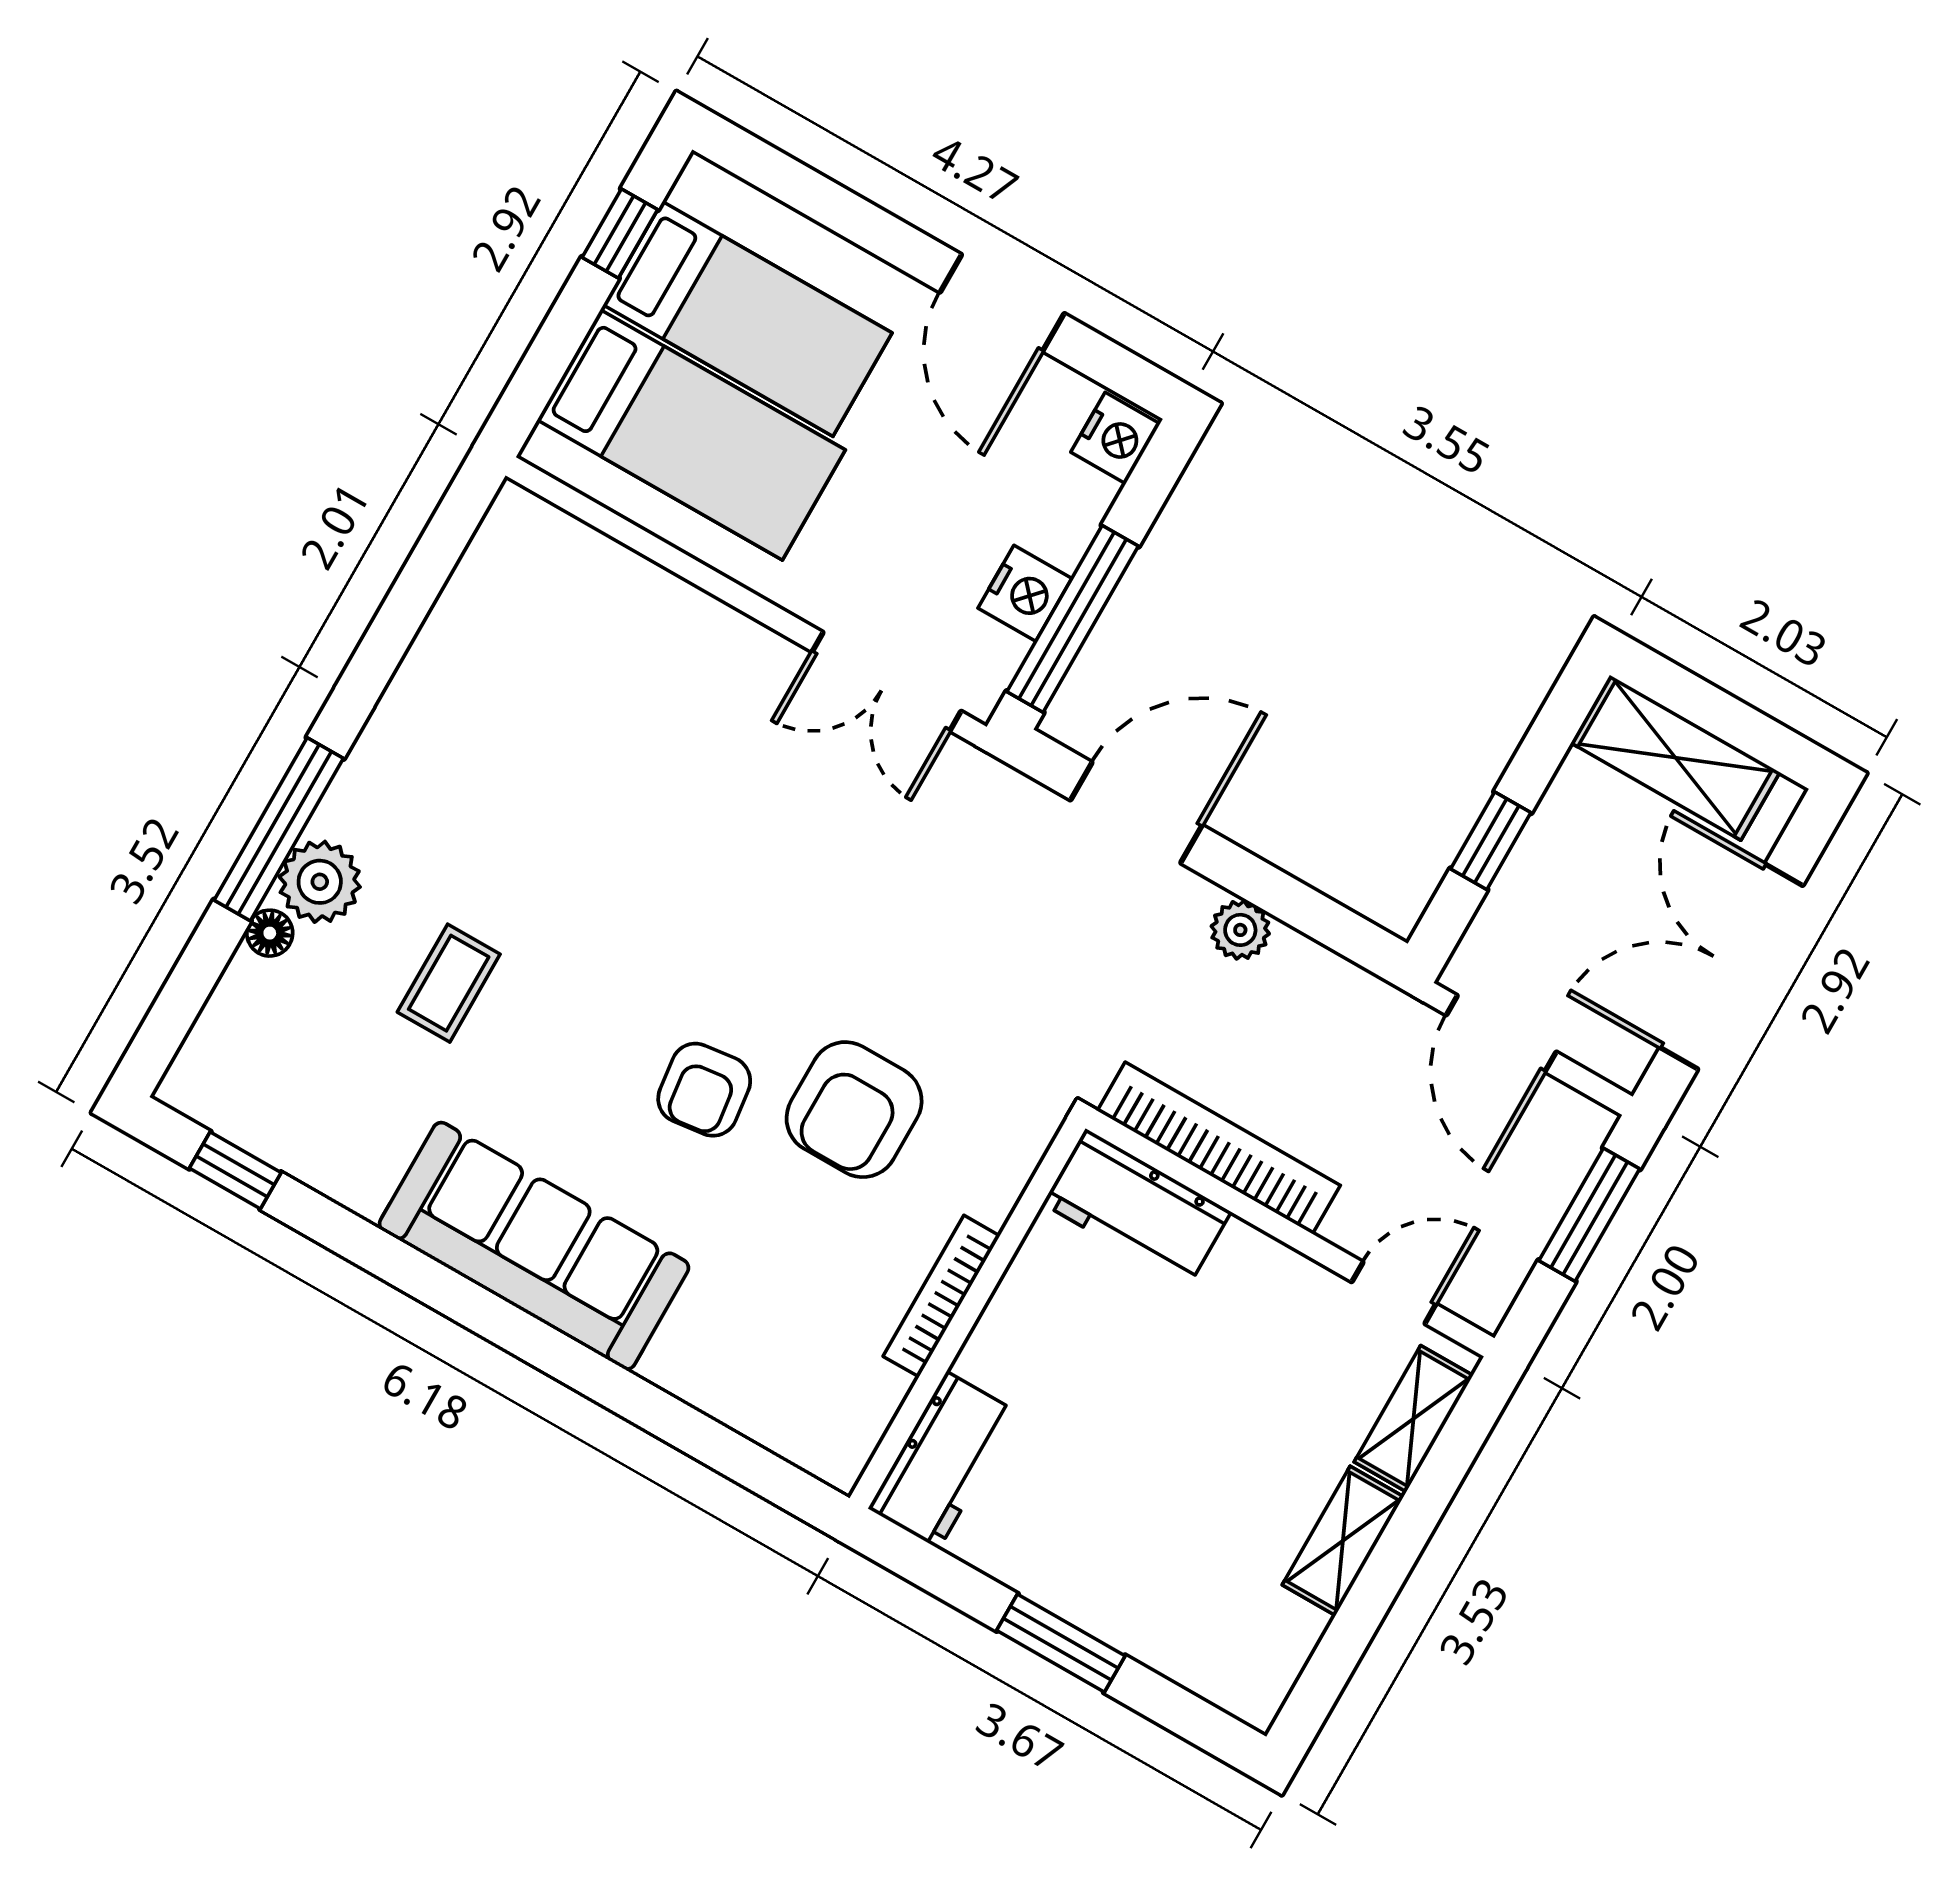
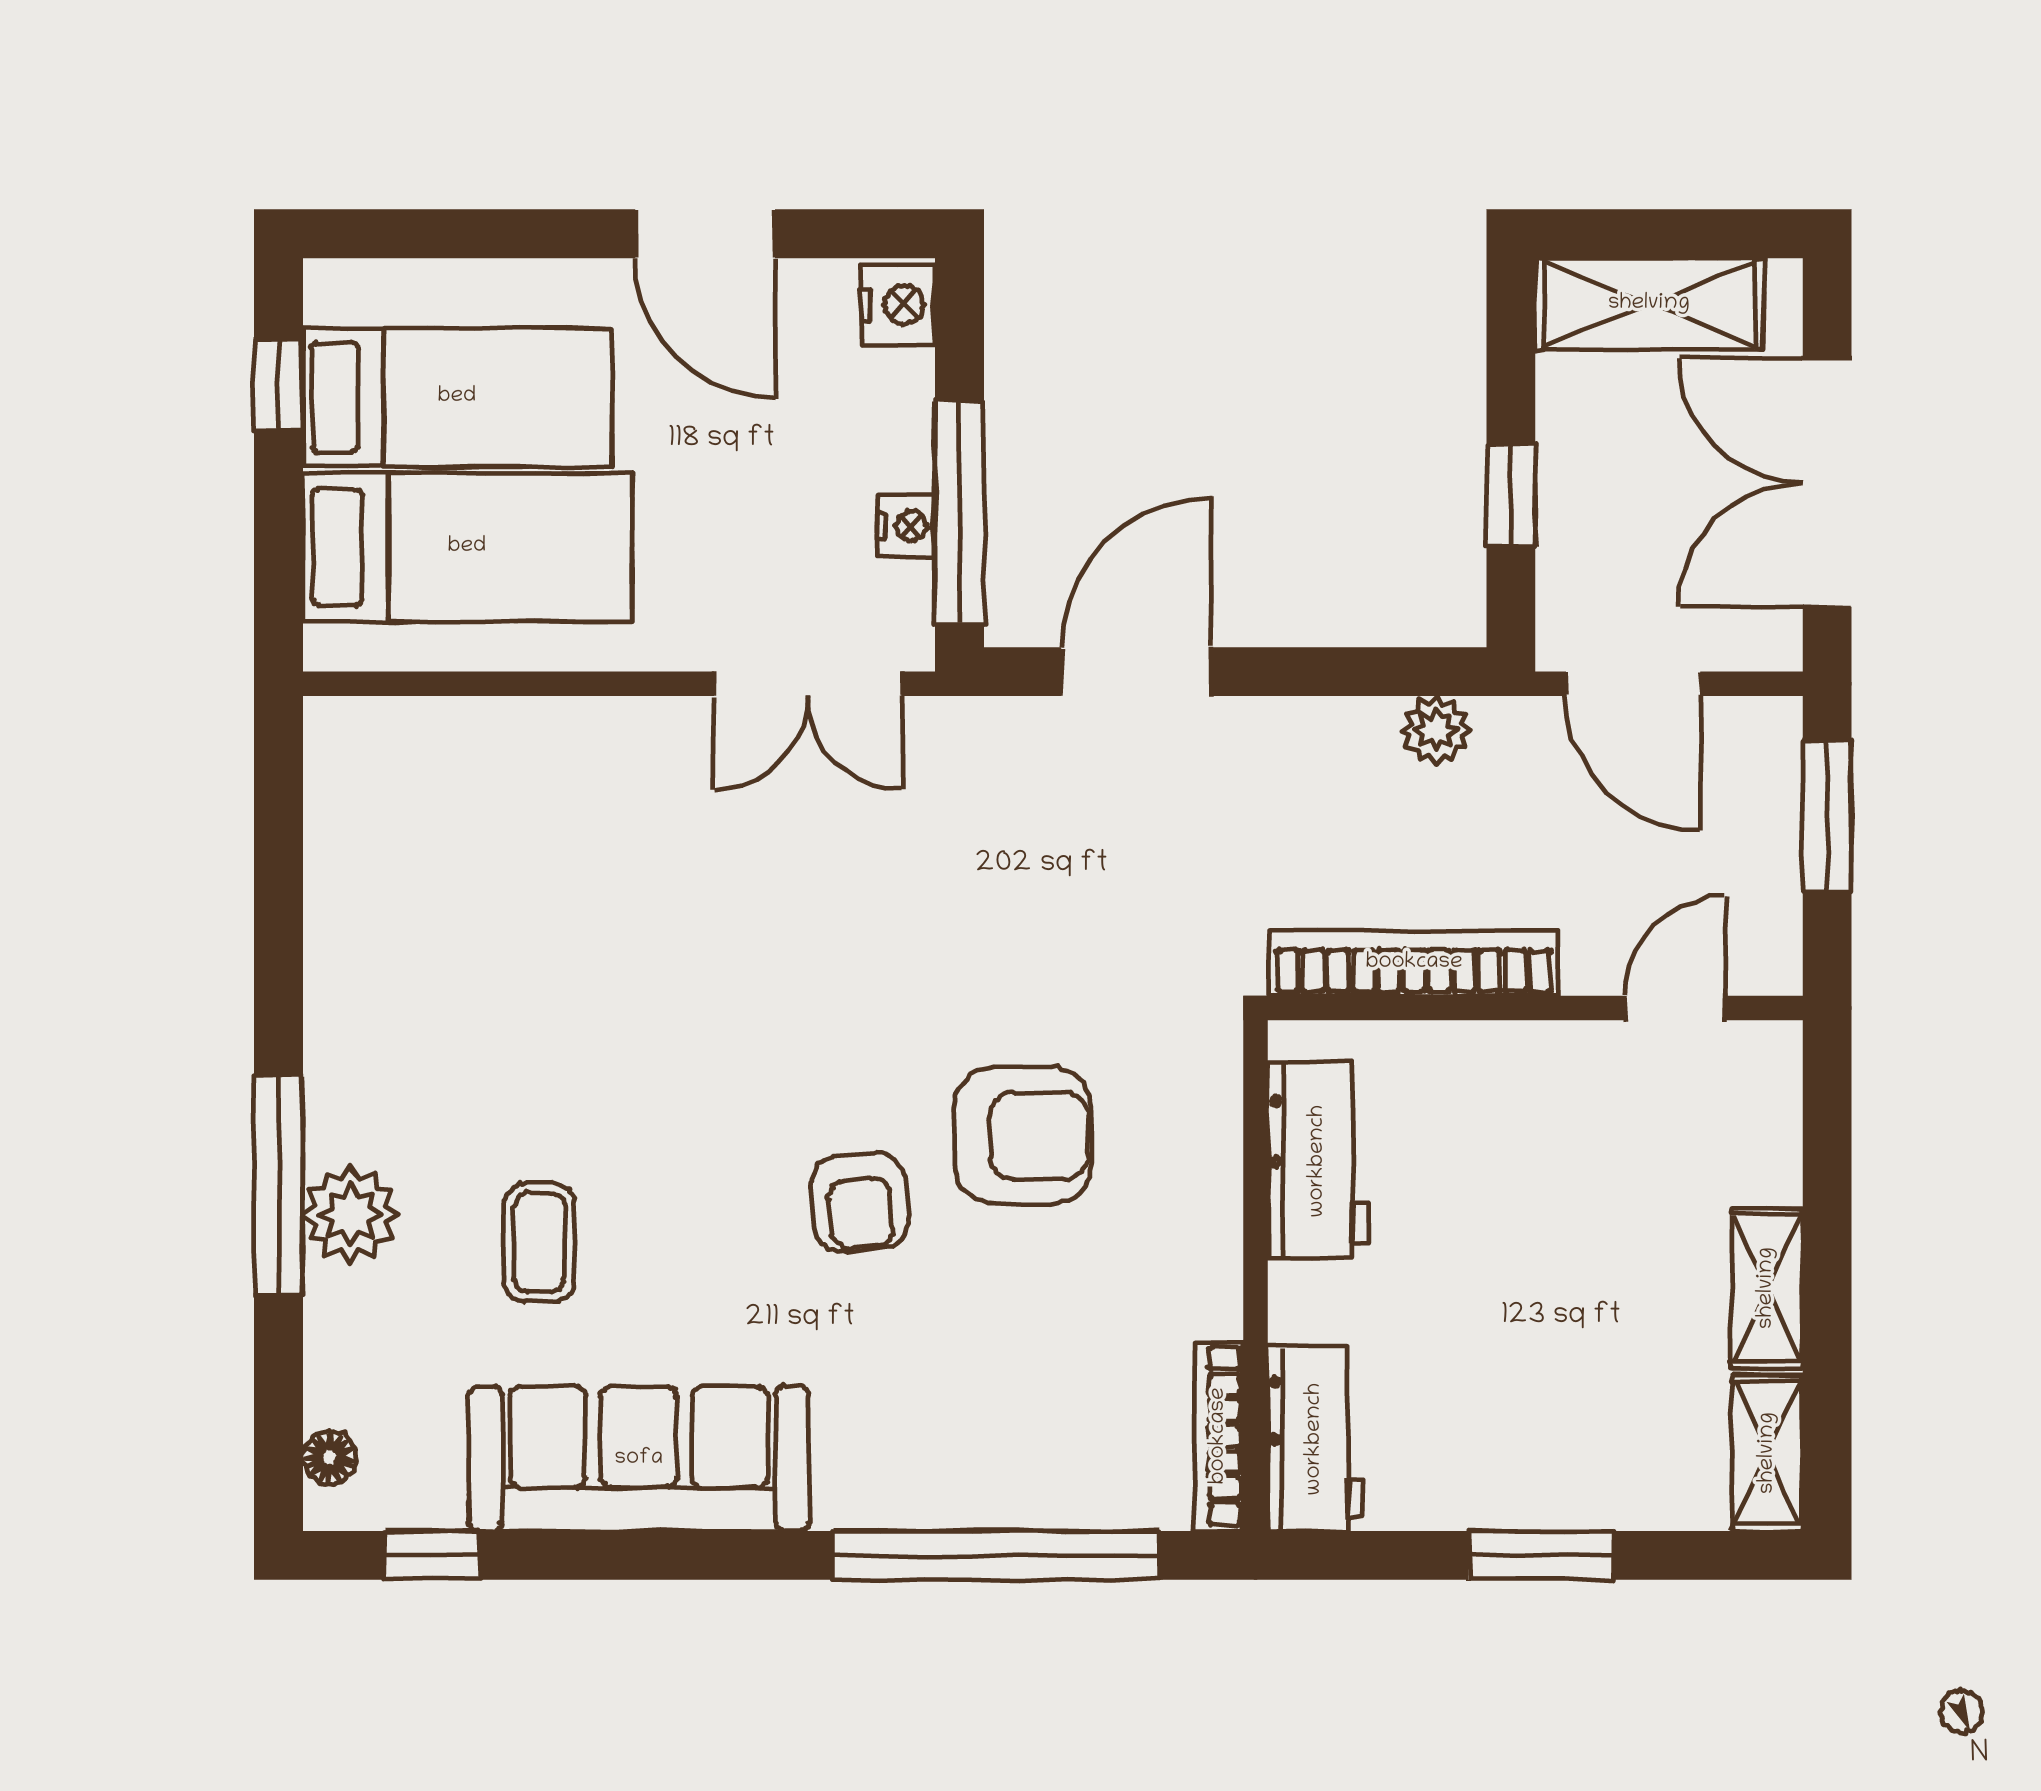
nightstand: (1025, 593) -> (906, 526), width x0.72, depth x0.74
plant: (1240, 930) -> (1436, 730), moved
floor lamp: (270, 933) -> (330, 1458), moved
armchair: (854, 1110) -> (1023, 1135), turned -90
workbench: (1137, 1208) -> (1318, 1161), moved, turned -90
sofa: (534, 1246) -> (639, 1459), moved
bookcase: (941, 1296) -> (1219, 1436), moved
window: (655, 1411) -> (996, 1555), added
shelving: (1414, 1419) -> (1768, 1453), moved

